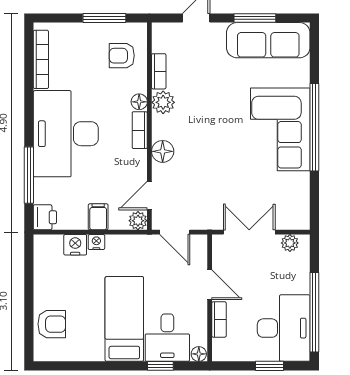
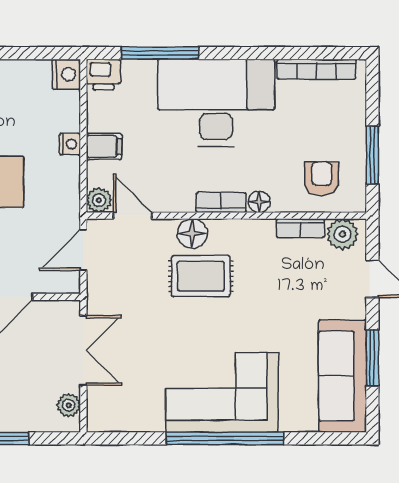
plant: (163, 102) -> (342, 234), moved
rug: (194, 145) -> (201, 276), added
nightstand: (75, 245) -> (66, 74), moved

